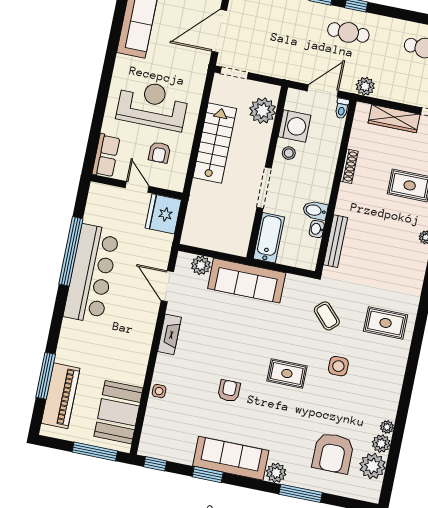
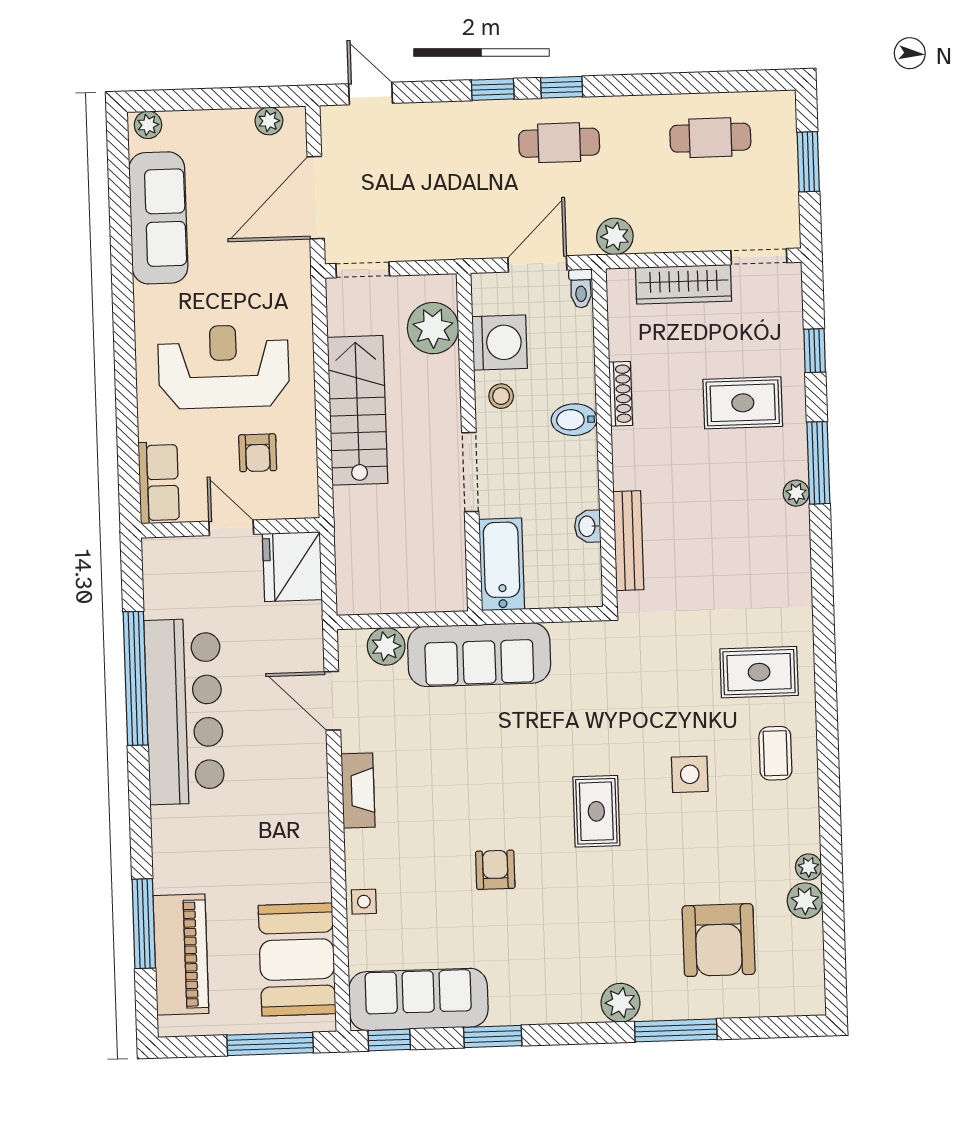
bidet: (315, 210) -> (574, 420), moved
coffee table: (327, 316) -> (775, 753), moved, turned 43
rug: (287, 374) -> (596, 811), turned 90
sofa: (231, 458) -> (418, 999), moved
plant: (373, 466) -> (799, 947), removed

